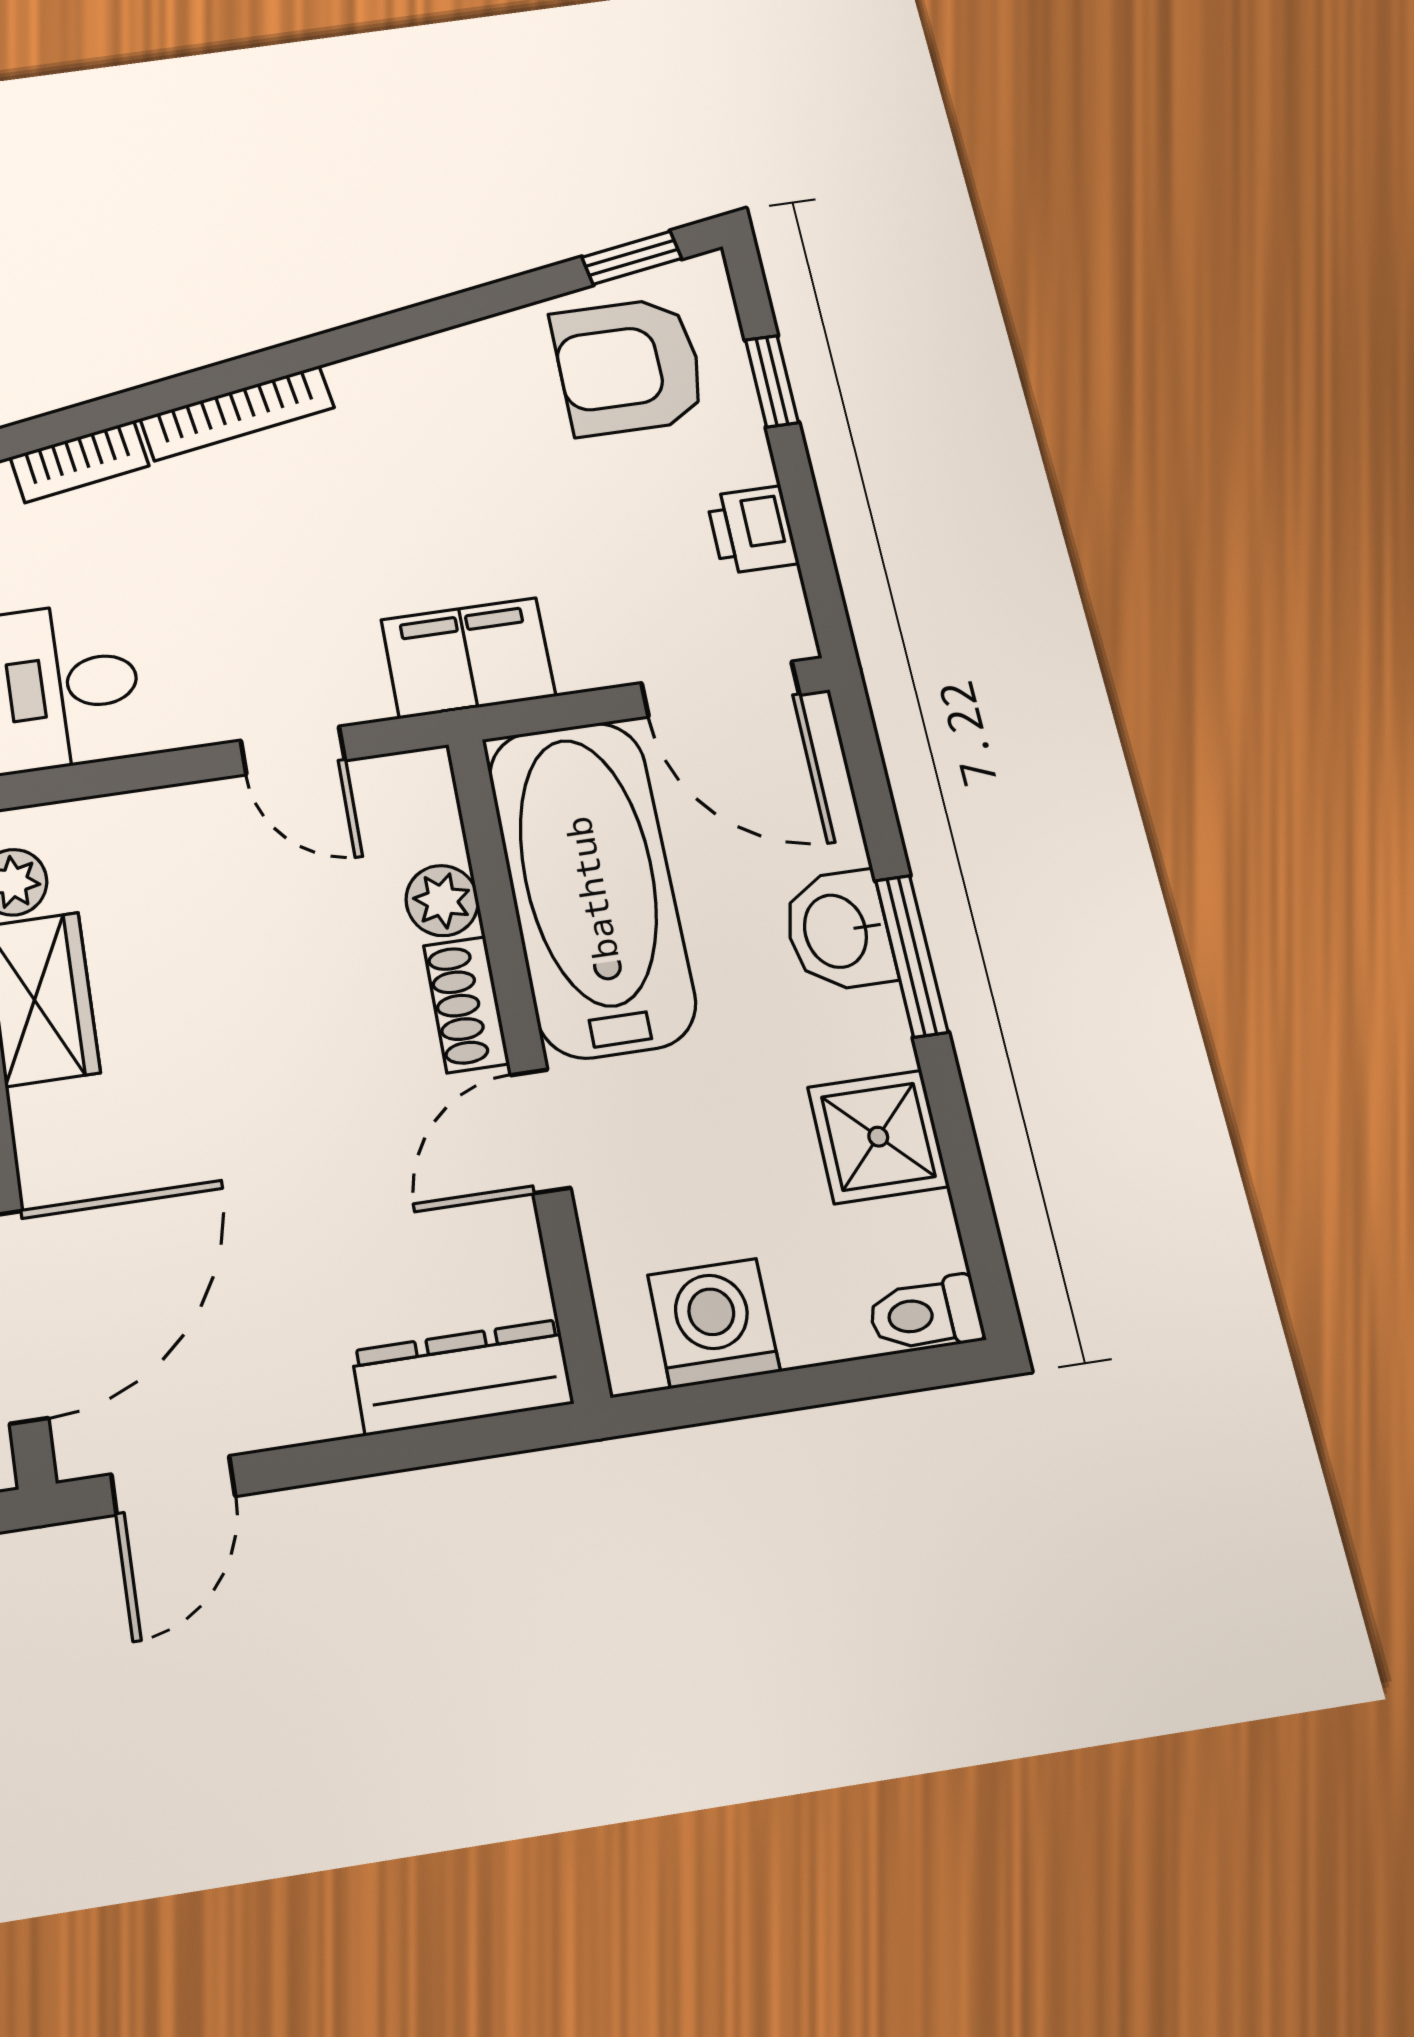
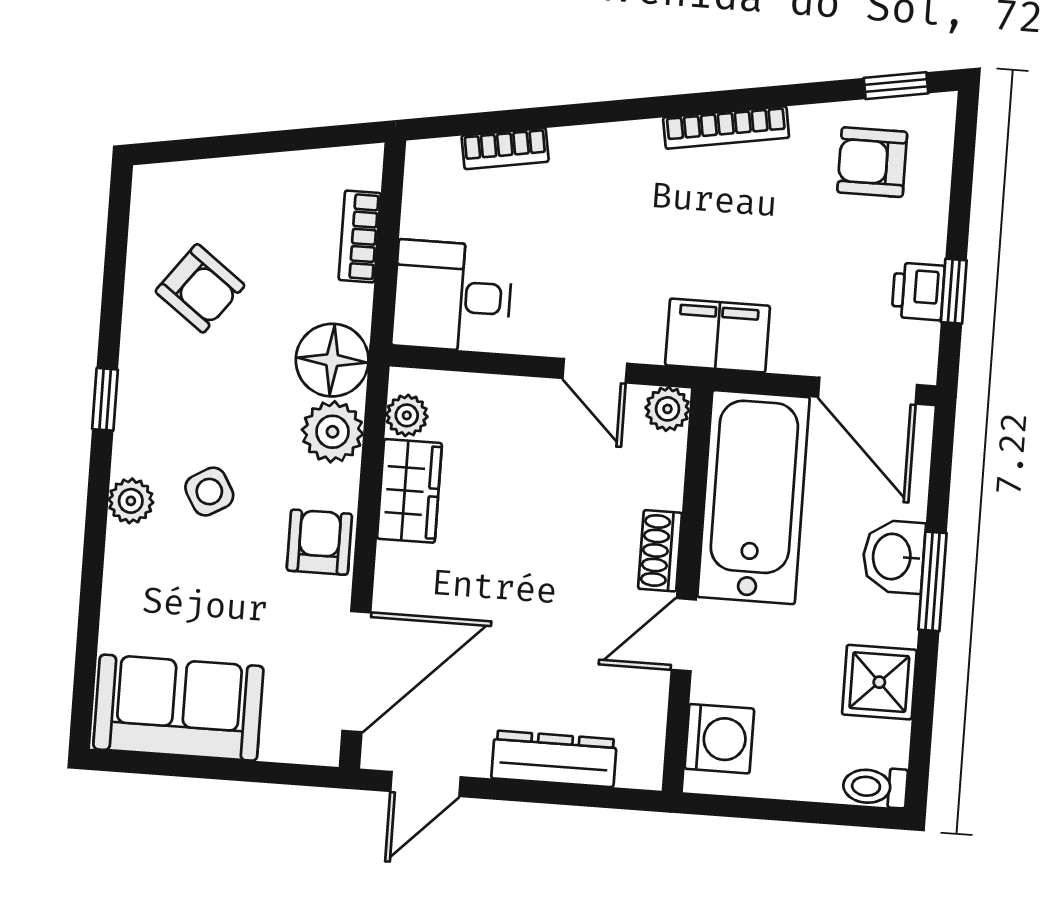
armchair: (629, 366) -> (872, 162), width x0.72, depth x0.72
window: (772, 381) -> (954, 291), moved
bookcase: (237, 413) -> (726, 128), moved
plant: (442, 901) -> (668, 409), moved
washing machine: (714, 1323) -> (719, 739), moved, turned 90
dresser: (462, 1377) -> (554, 759), moved

